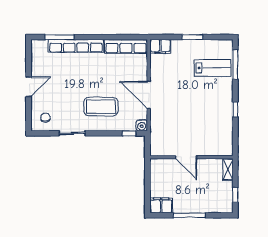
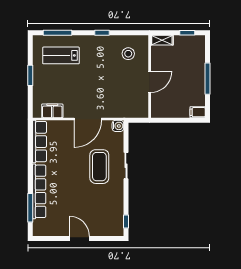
filing cabinet: (160, 46) -> (52, 111), moved, turned -90
lab bench: (213, 68) -> (61, 55), turned -90
chair: (45, 118) -> (110, 222), removed
sliding door: (72, 133) -> (126, 166), moved
window: (129, 133) -> (126, 222), moved
stool: (214, 136) -> (128, 54), added
filing cabinet: (161, 205) -> (198, 112), width x0.50

